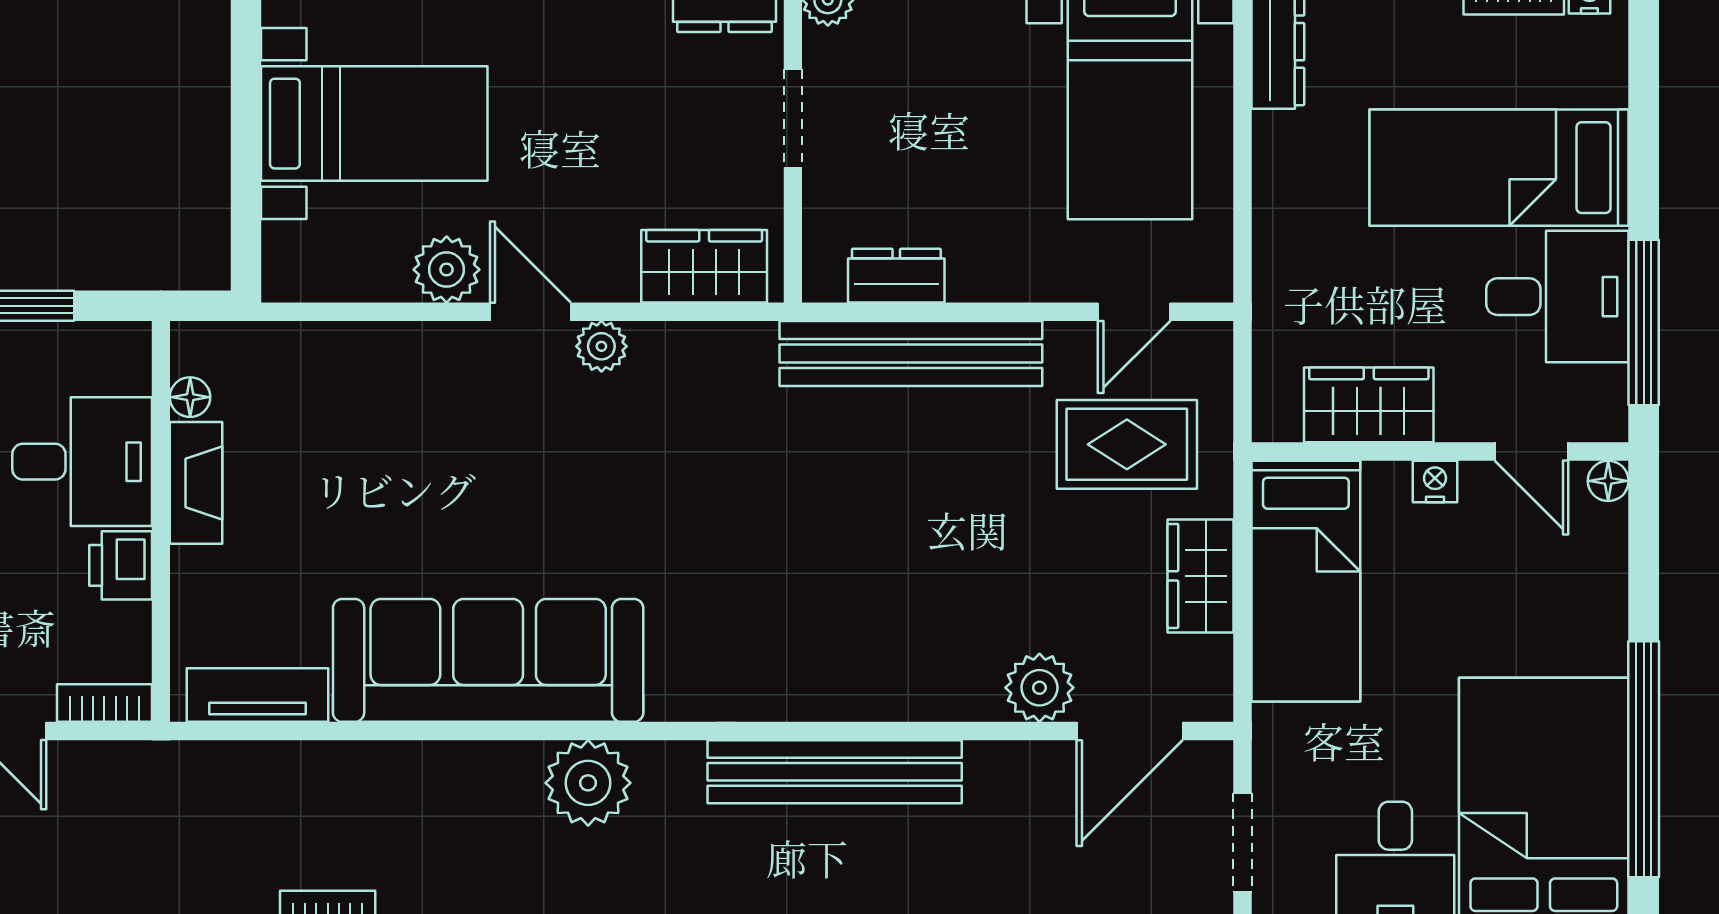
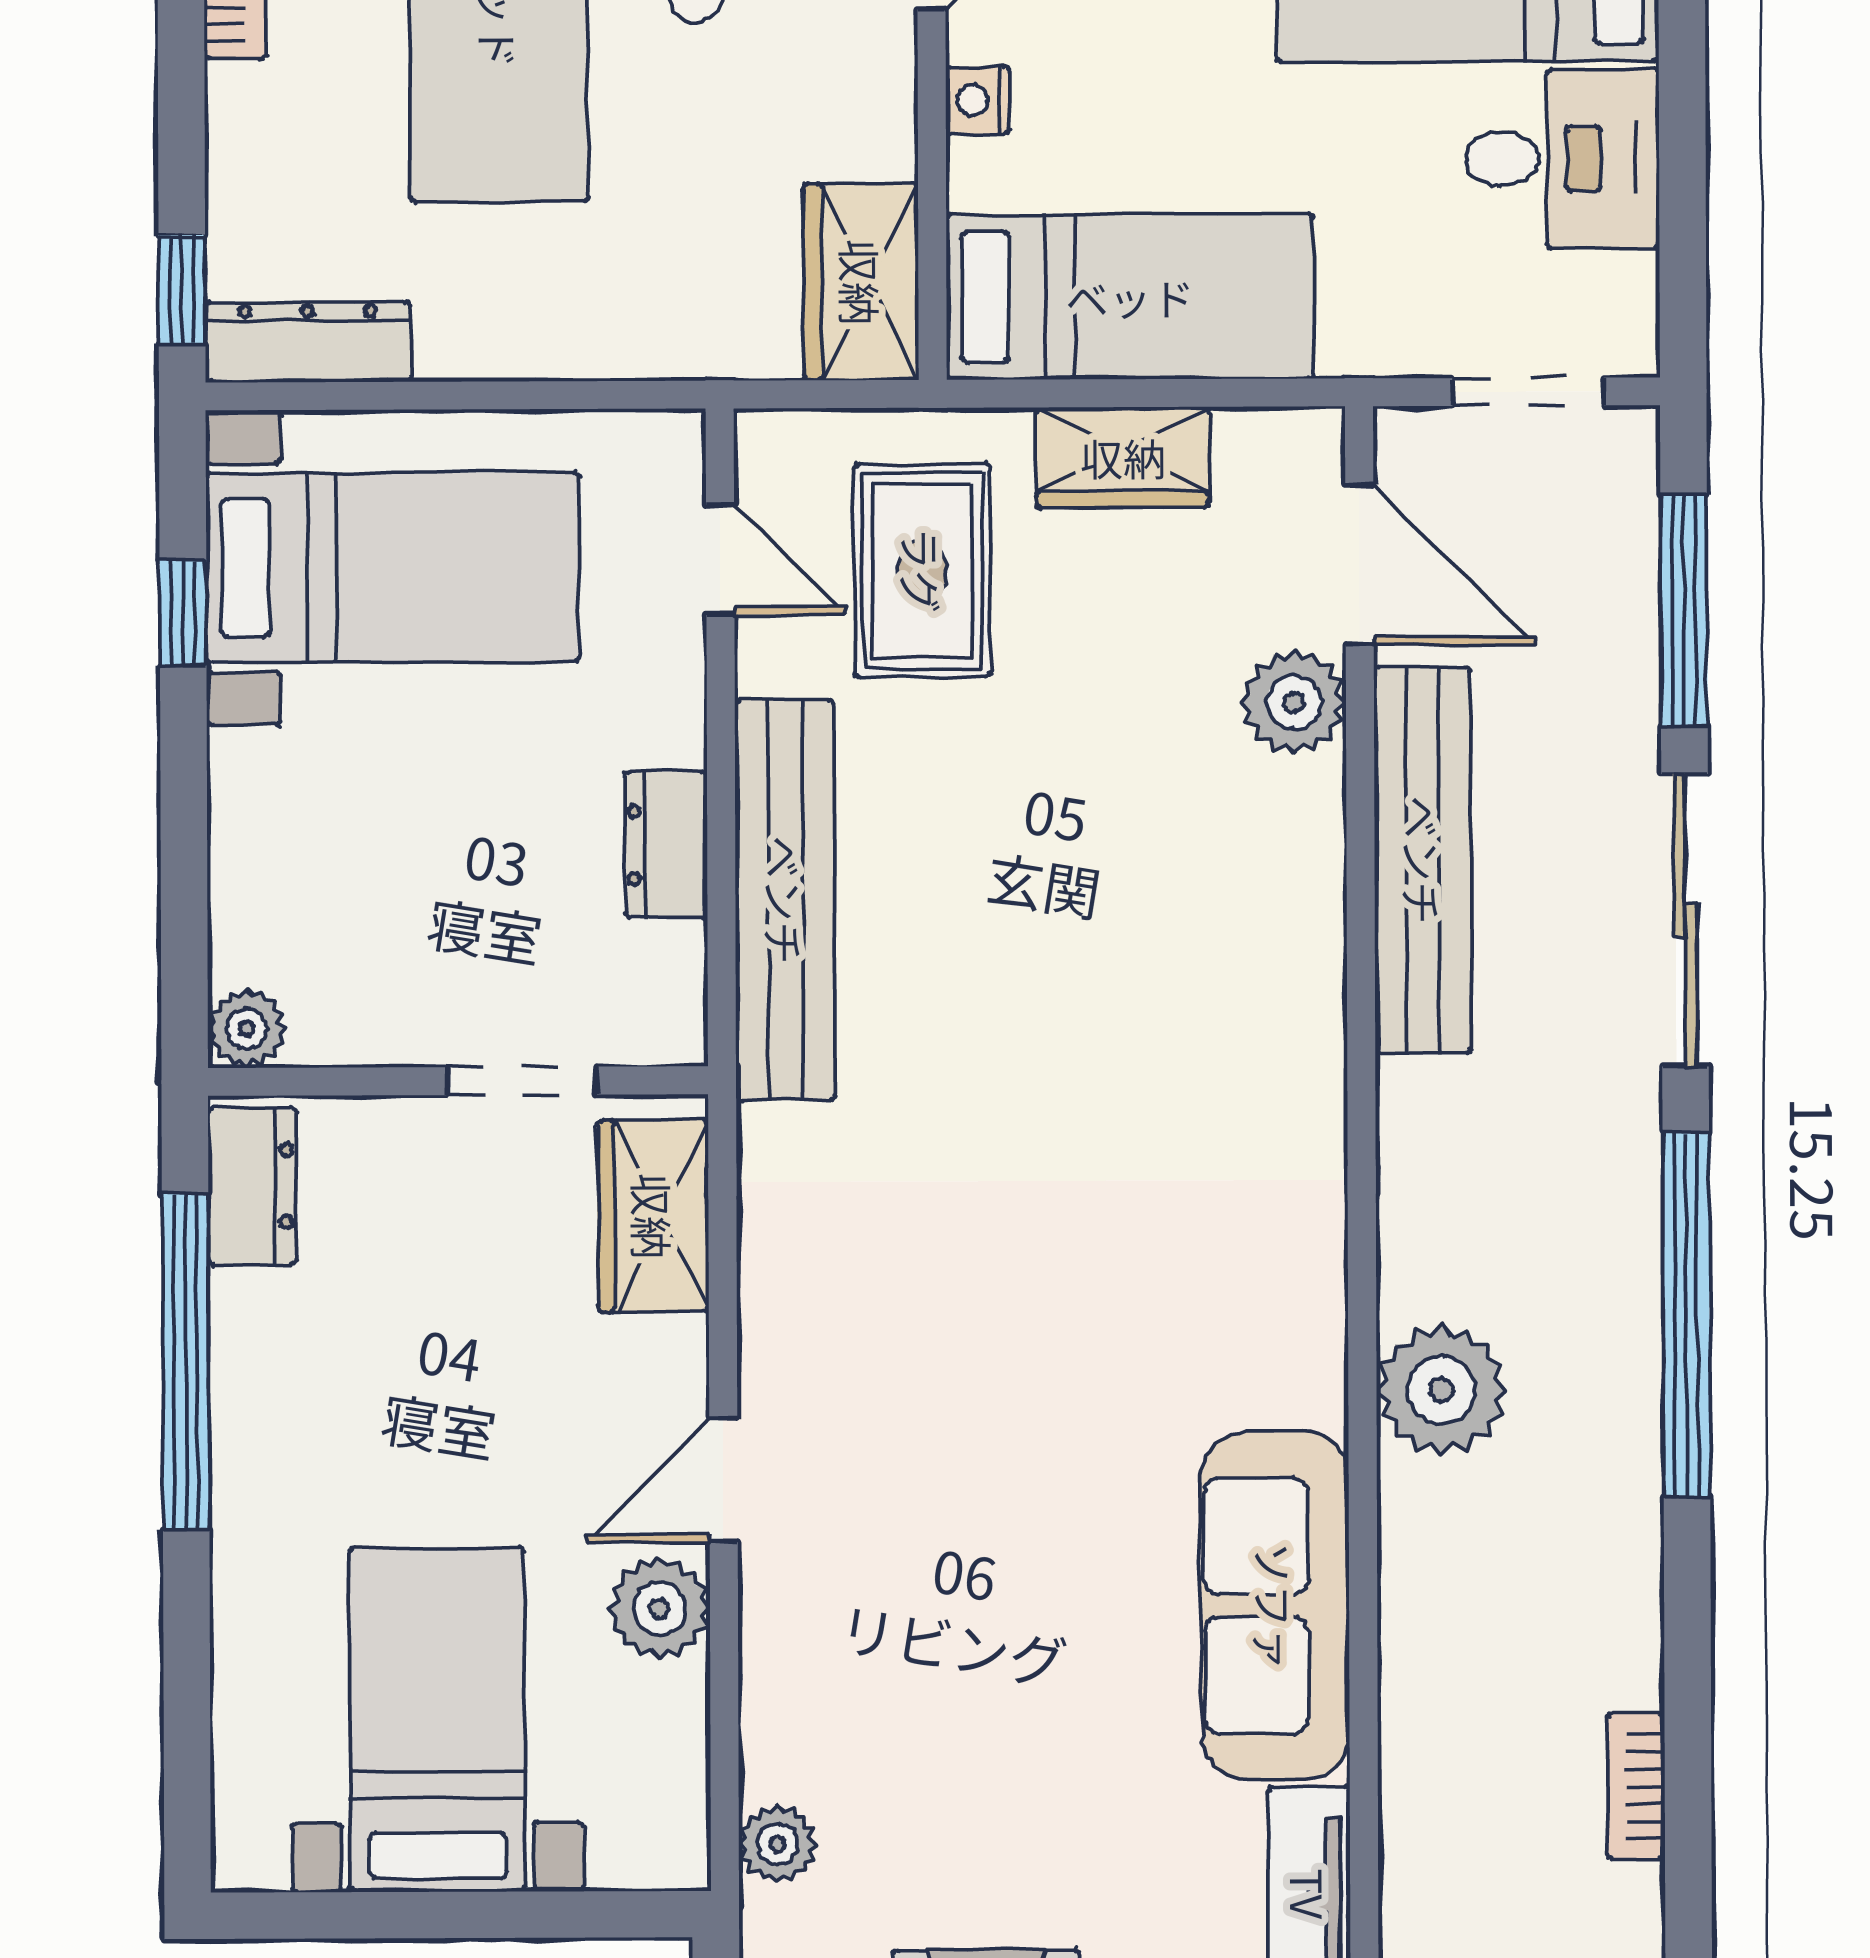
doorway: (793, 118) -> (522, 1081), moved
dresser: (896, 276) -> (666, 845), moved
plant: (601, 346) -> (777, 1844), moved
wardrobe: (1369, 405) -> (861, 282), moved
sofa: (488, 660) -> (1275, 1606), width x0.74, depth x0.79
bench: (835, 772) -> (1423, 860), moved

